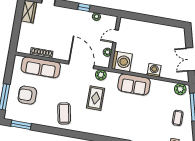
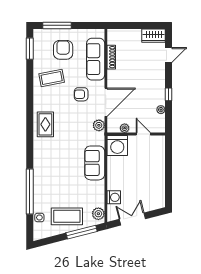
washing machine: (154, 70) -> (114, 197), moved
armchair: (70, 86) -> (81, 94), added
rug: (96, 98) -> (45, 124), moved, turned 90
coffee table: (64, 113) -> (52, 78), moved
coffee table: (178, 118) -> (67, 216), width x1.86, depth x1.72

